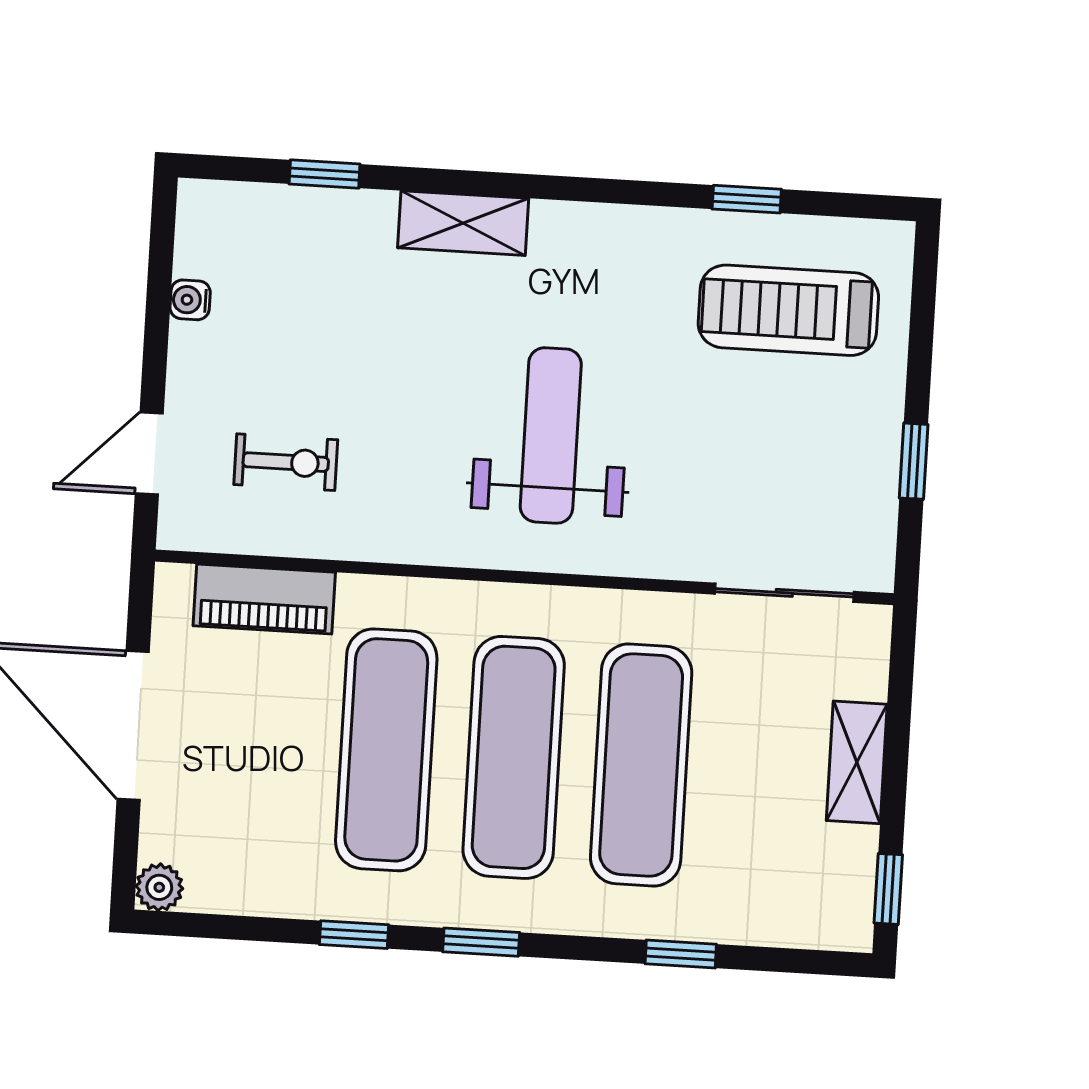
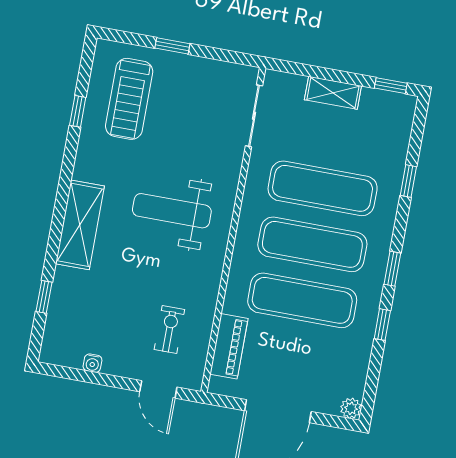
shelving: (463, 223) -> (80, 225), width x1.50, depth x1.33
window: (914, 461) -> (172, 46), moved

